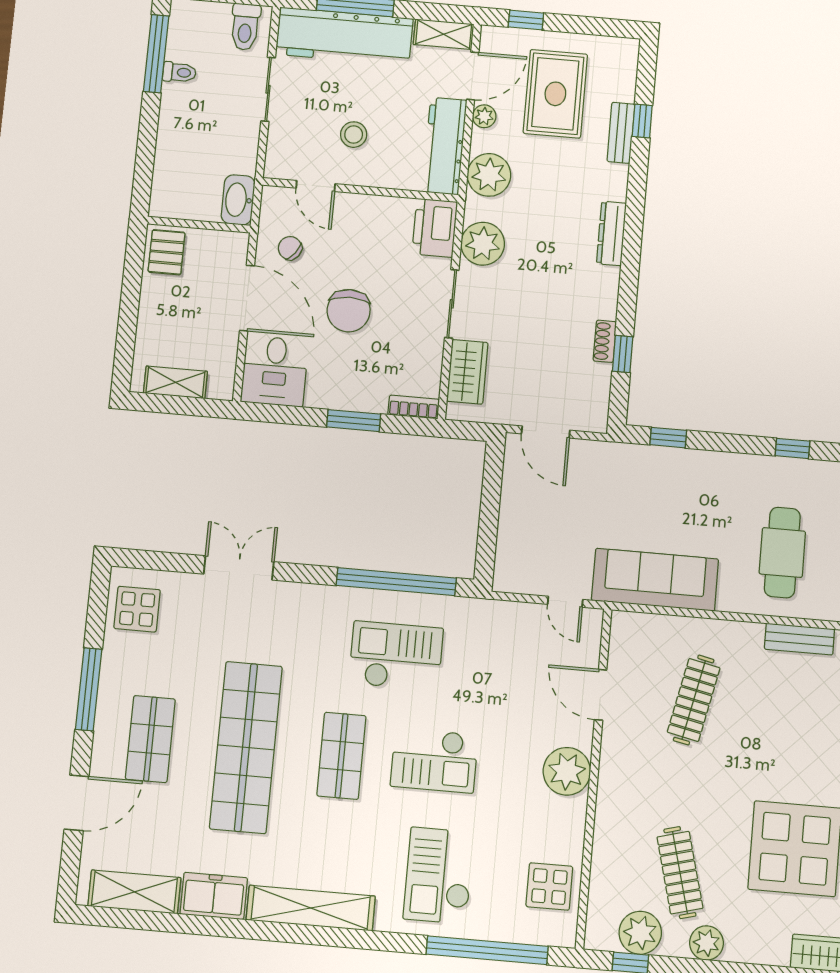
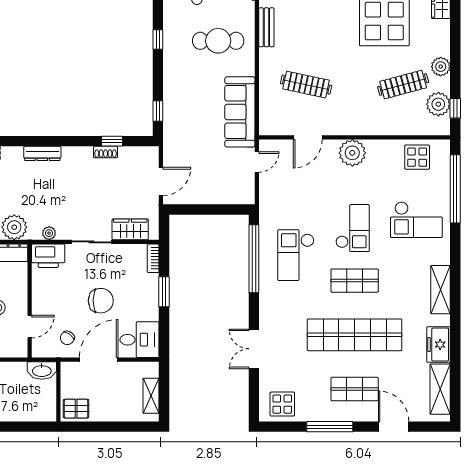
plant: (483, 244) -> (49, 233), width x0.53, depth x0.53
shelving: (311, 908) -> (441, 290), width x0.68

